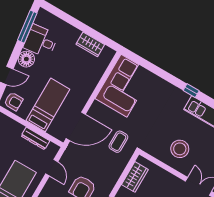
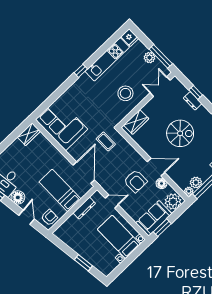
wardrobe: (90, 44) -> (29, 134), moved
wardrobe: (135, 177) -> (136, 122), moved, turned 90

